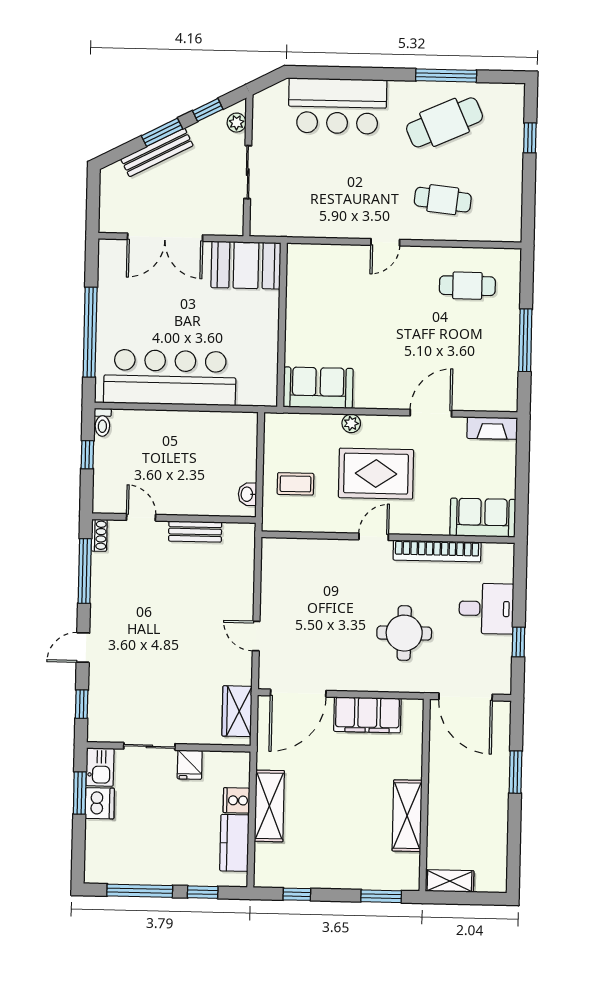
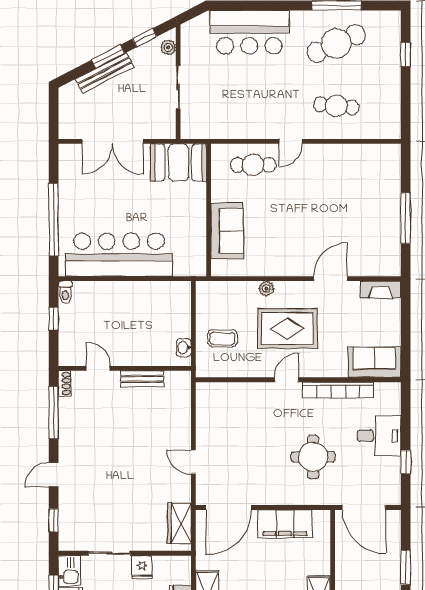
cafe table: (467, 286) -> (253, 165), moved
sofa: (318, 388) -> (227, 231), moved, turned 90

